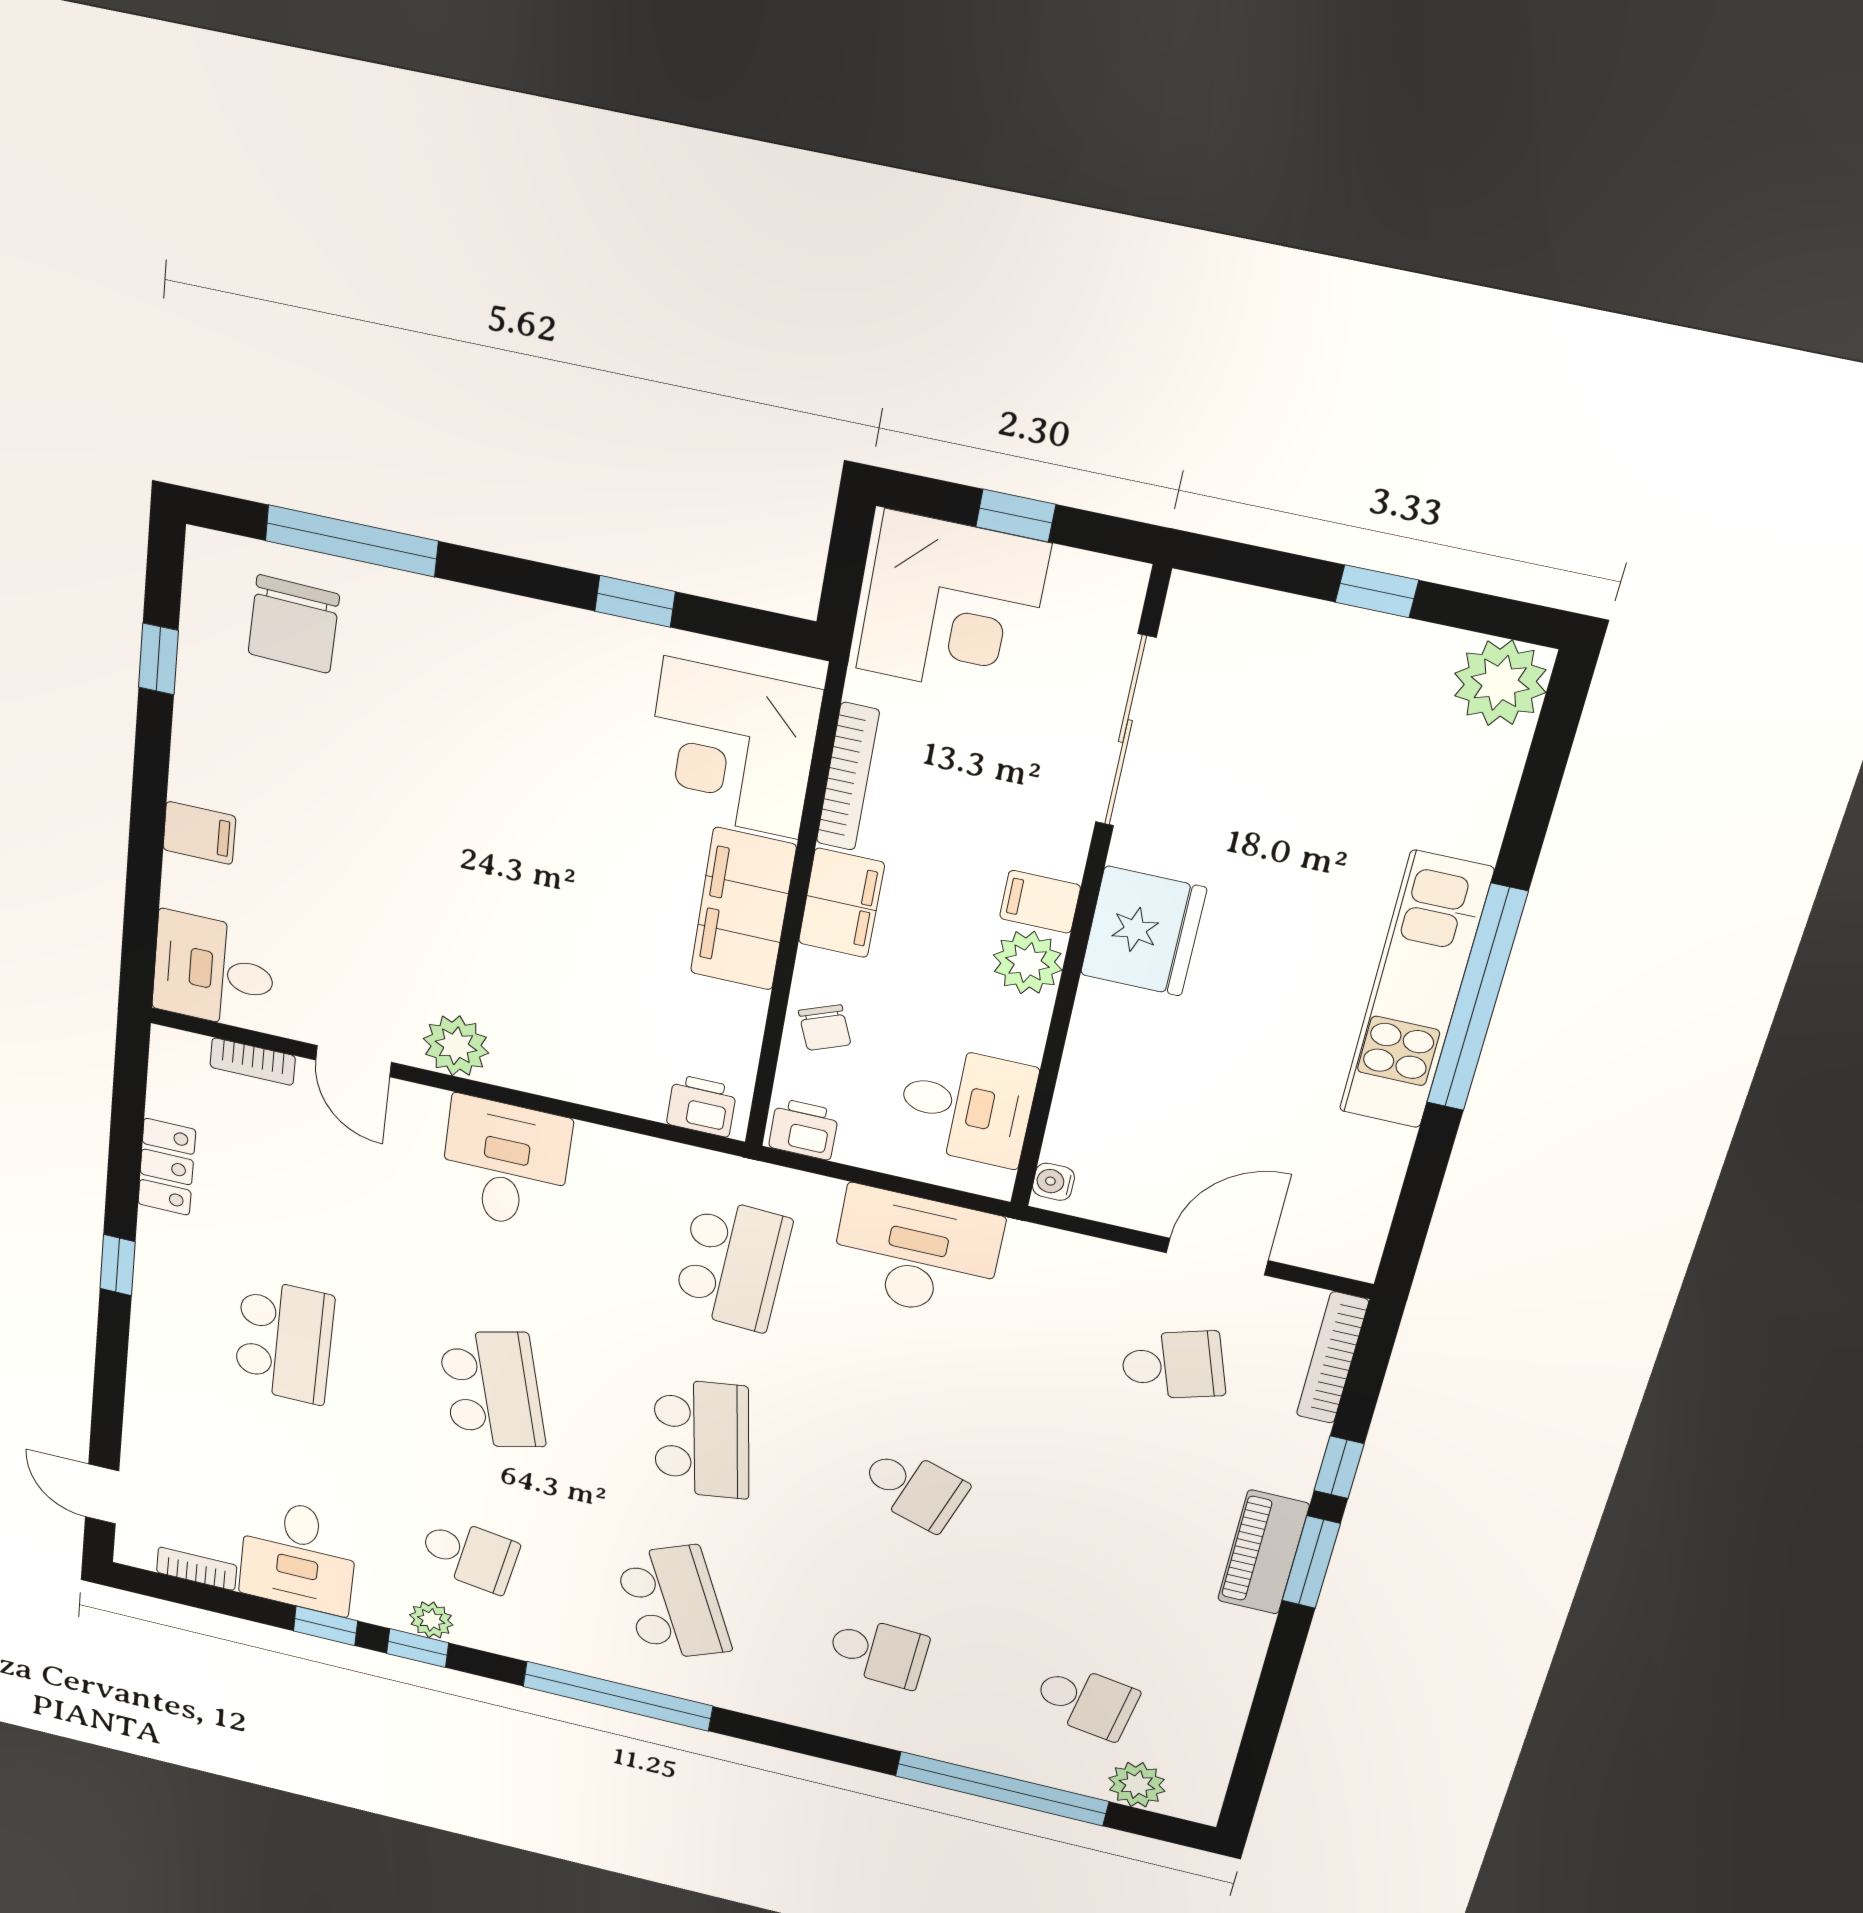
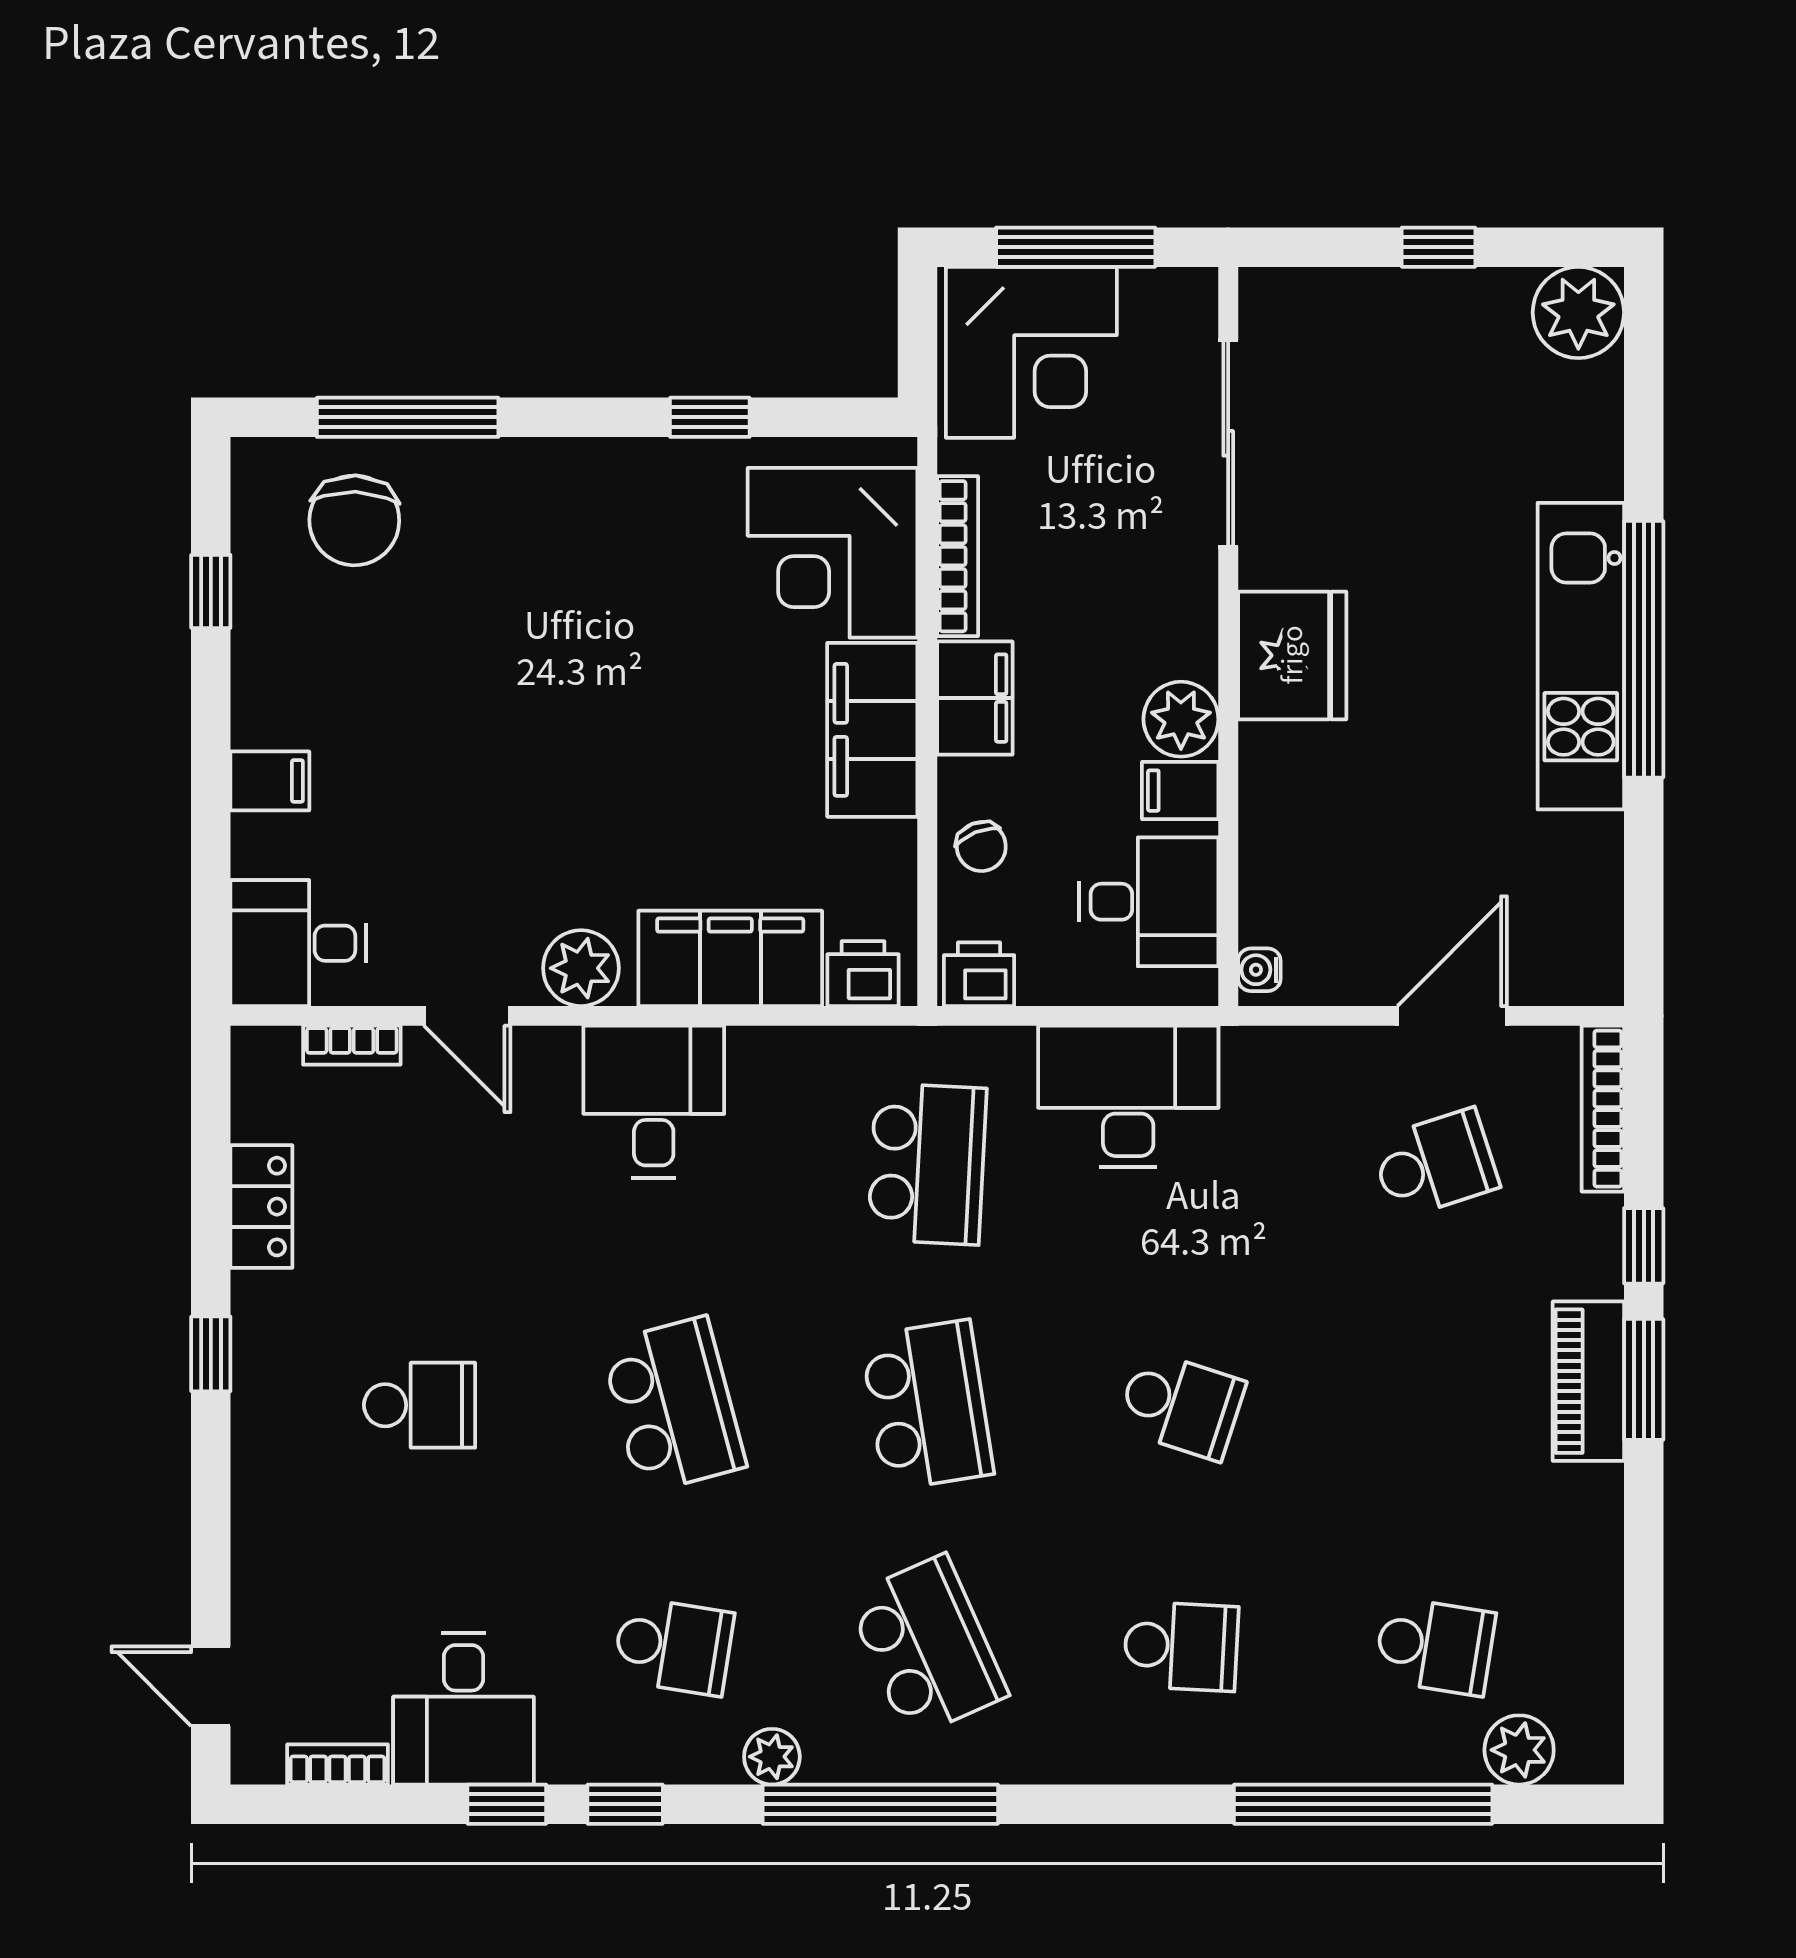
window: (1016, 516) -> (1076, 247), width x2.17
filing cabinet: (1040, 902) -> (1180, 791), moved
filing cabinet: (587, 1067) -> (730, 958), added
school desk: (284, 1341) -> (420, 1405), width x0.54
plant: (431, 1620) -> (772, 1757), moved

